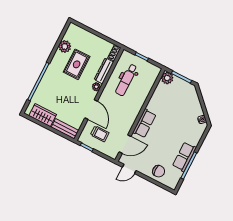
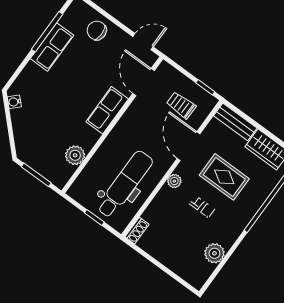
rug: (77, 64) -> (224, 177), moved, turned 90
dresser: (104, 71) -> (158, 204), removed
plant: (167, 78) -> (75, 155), moved
dental chair: (126, 80) -> (125, 184), width x1.36, depth x1.38
door: (125, 144) -> (144, 82), hinge flipped

